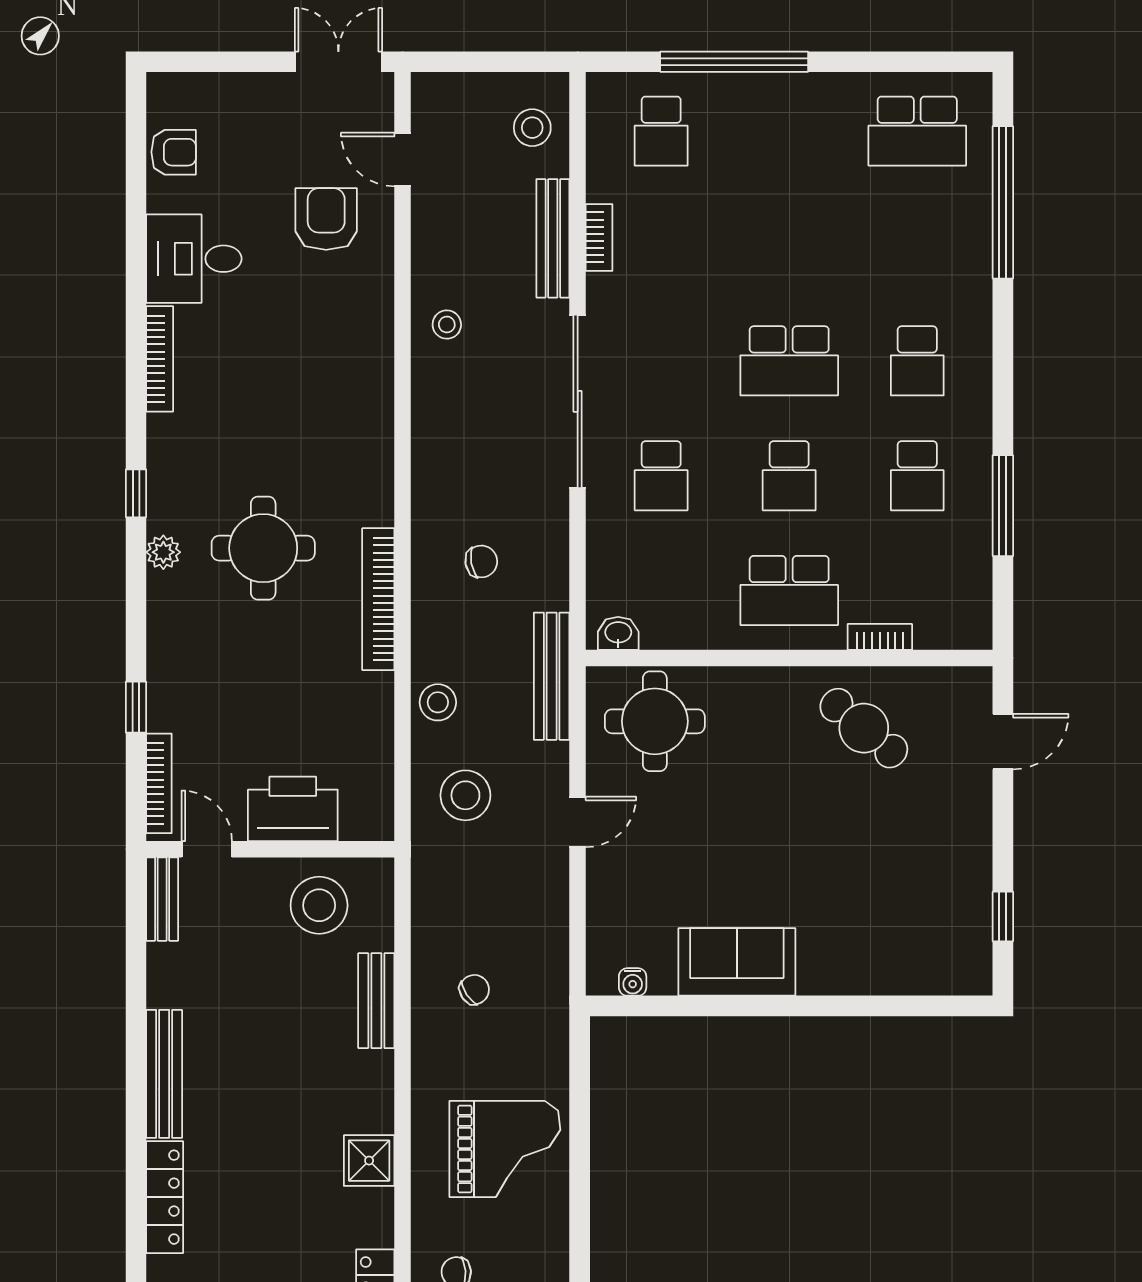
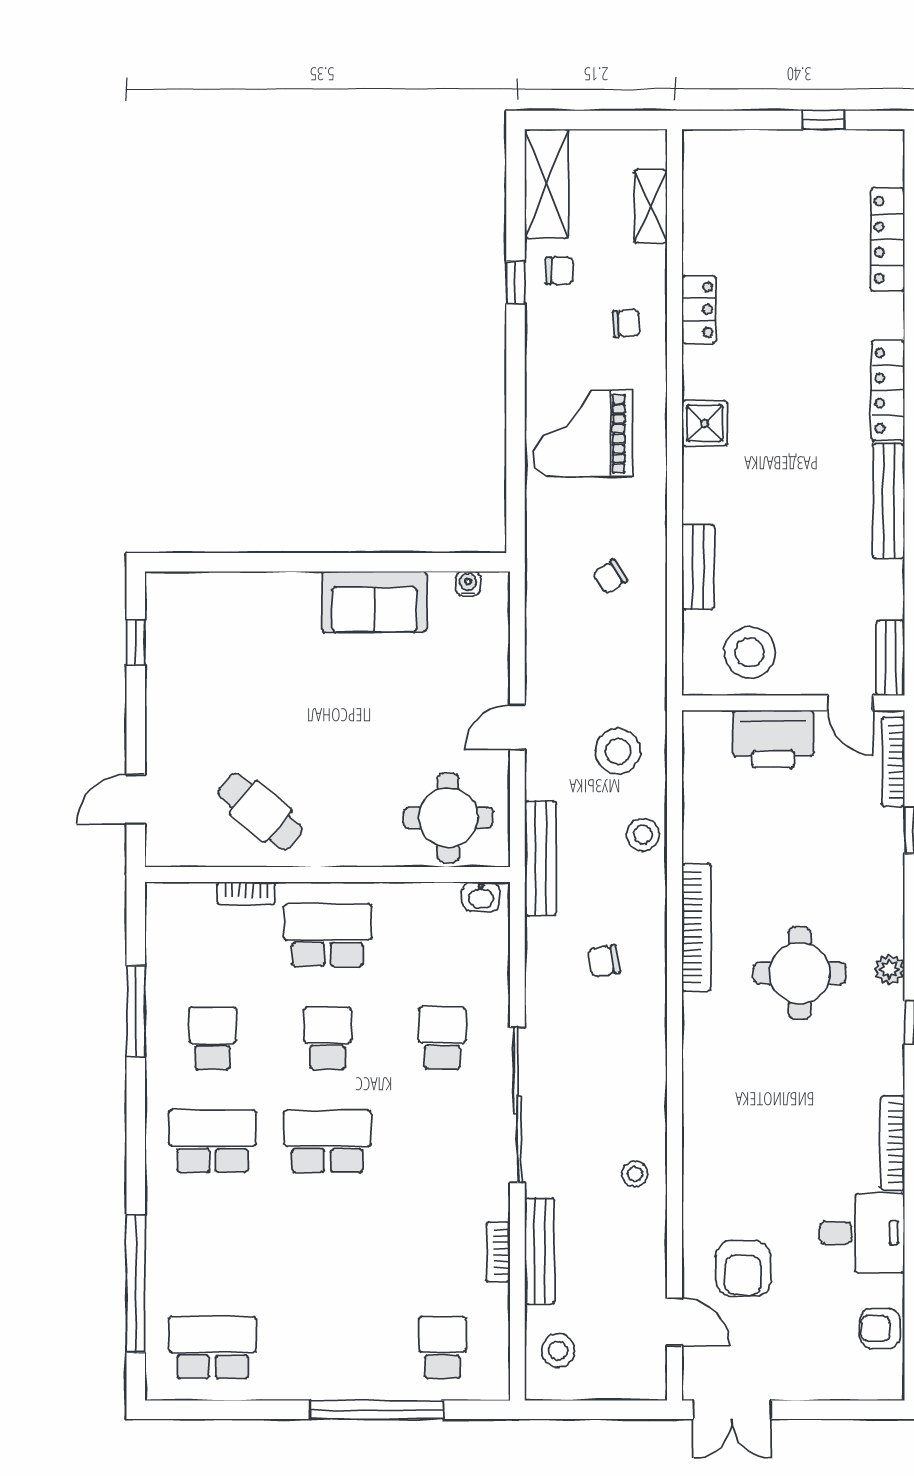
school desk: (917, 361) -> (213, 1141), width x1.85

